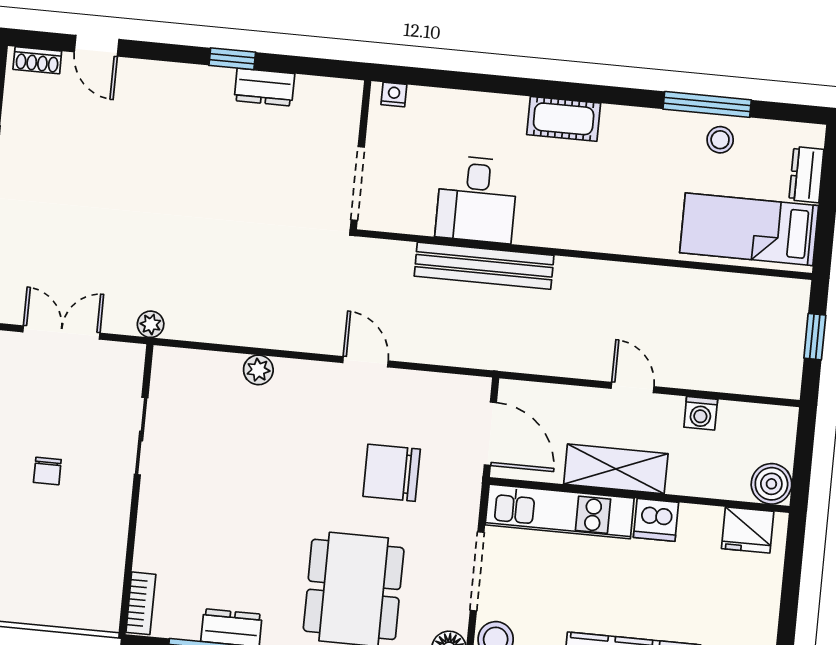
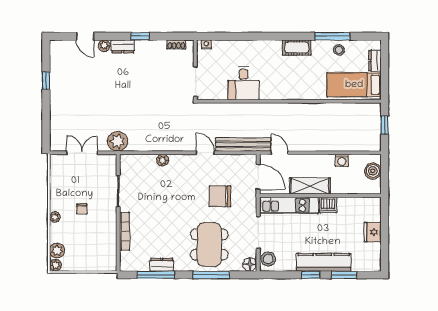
shoe rack: (37, 60) -> (176, 44), moved
plant: (141, 73) -> (104, 46), added
dresser: (264, 87) -> (123, 46), moved
cot: (564, 119) -> (297, 48), moved
bench: (484, 266) -> (243, 144), moved
plant: (151, 324) -> (118, 141), width x1.88, depth x1.88
door: (633, 388) -> (280, 153), moved
boiler: (771, 484) -> (373, 171), moved
fridge: (748, 530) -> (373, 232), moved, turned 90
bookcase: (141, 603) -> (124, 231), moved, width x1.56

